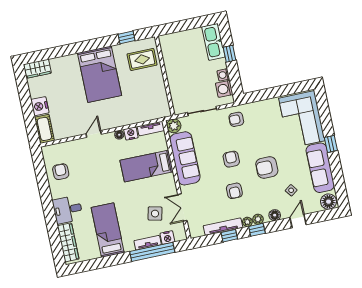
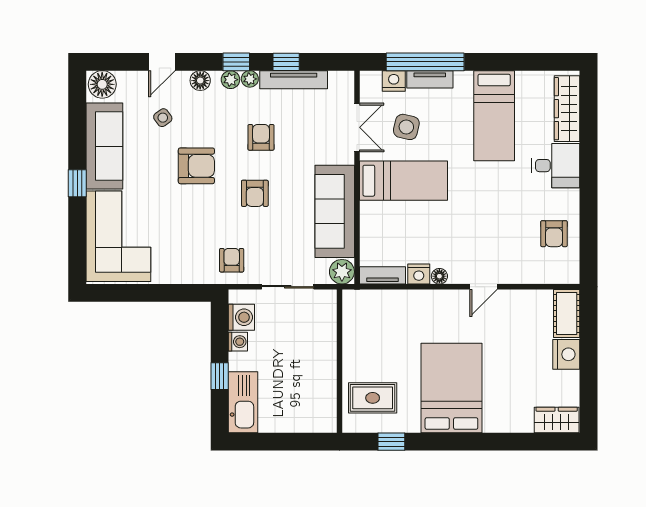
armchair: (236, 119) -> (232, 260), turned -90
bed: (147, 166) -> (404, 181), moved

